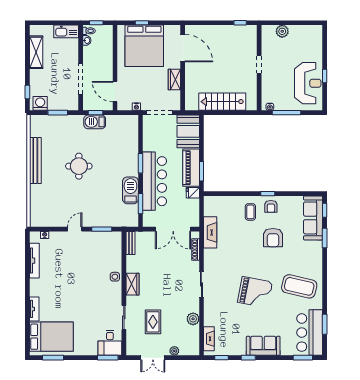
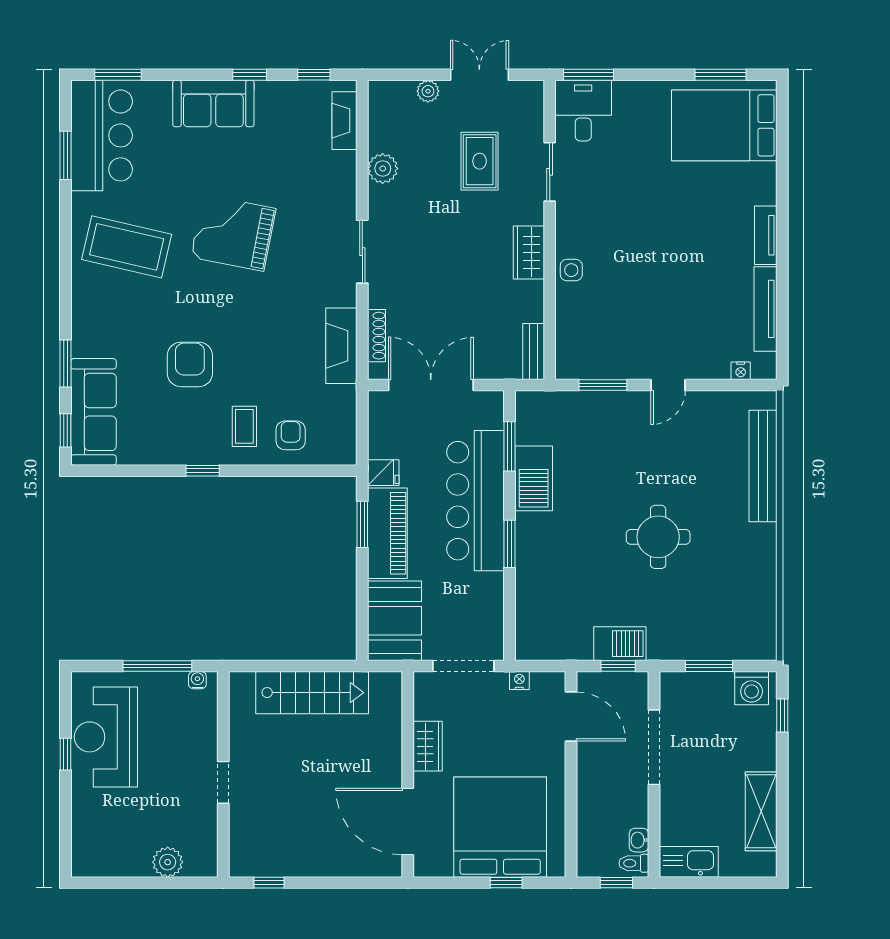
bench: (35, 161) -> (763, 466), moved
armchair: (271, 206) -> (291, 435), moved
fireplace: (210, 232) -> (341, 346), moved
tv unit: (34, 309) -> (766, 235), moved

